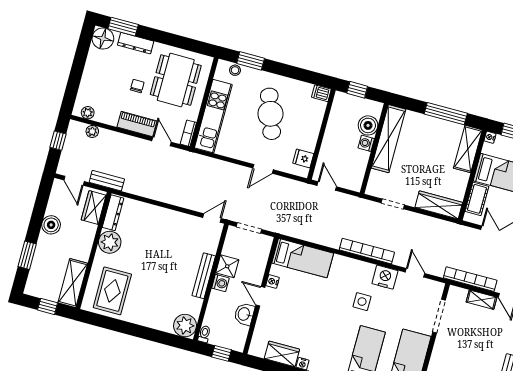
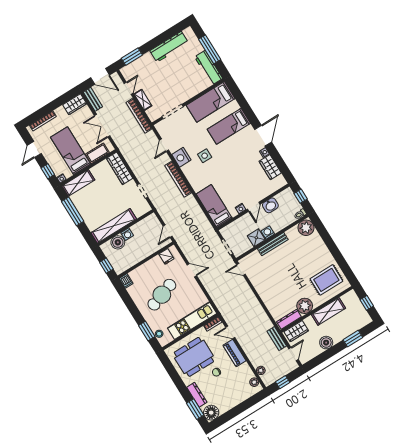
door: (162, 141) -> (230, 332), hinge flipped
shelving: (73, 283) -> (329, 311), moved

